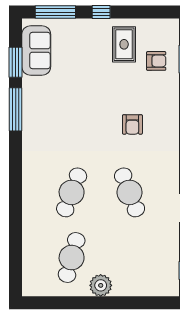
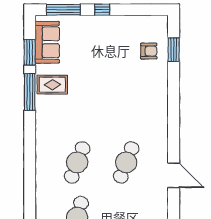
rug: (124, 44) -> (52, 85), moved, turned 90
armchair: (132, 124) -> (129, 105), removed
cafe table: (130, 192) -> (126, 162), turned 42

